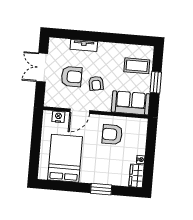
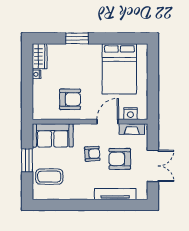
tv unit: (84, 45) -> (115, 194), width x1.41
armchair: (96, 83) -> (92, 154), turned 96
fireplace: (58, 103) -> (132, 129), added

